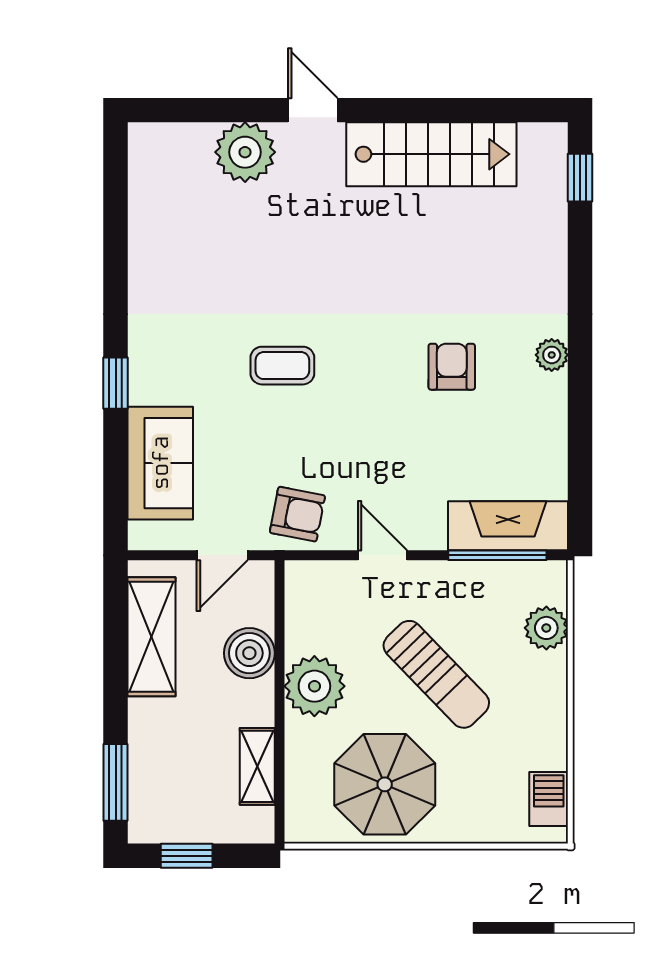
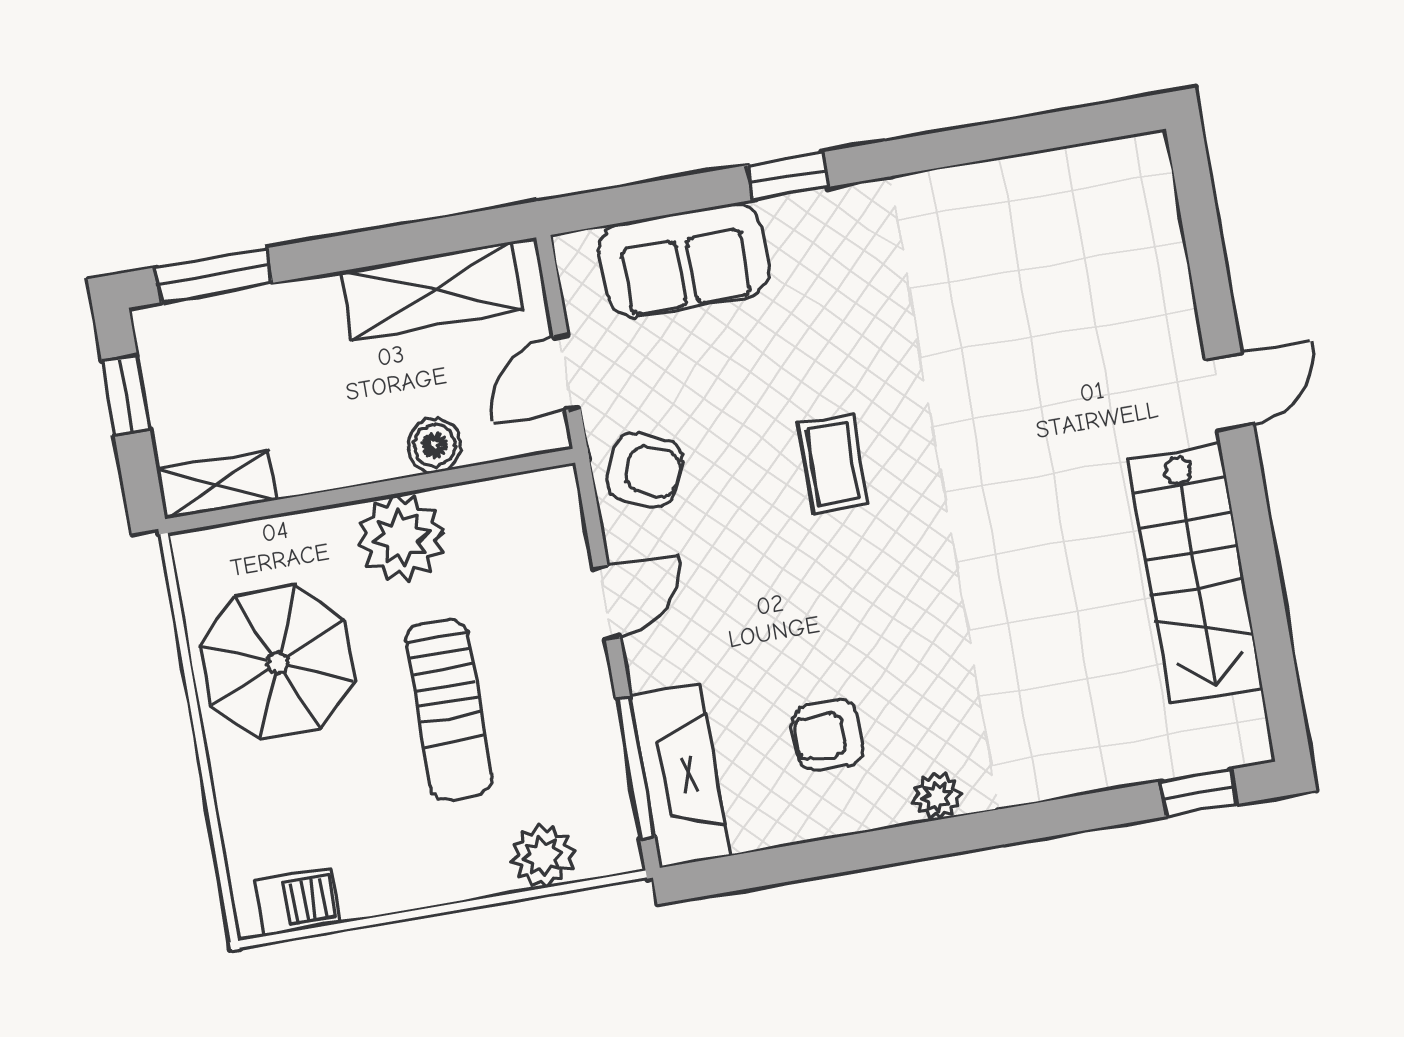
plant: (245, 152) -> (1152, 305), removed
coffee table: (282, 366) -> (833, 464), moved
armchair: (452, 367) -> (828, 735), moved, turned 180
armchair: (297, 514) -> (645, 470), turned -79
door: (222, 555) -> (567, 372), hinge flipped
boiler: (249, 653) -> (435, 445), width x0.73, depth x0.73
sun lounger: (436, 674) -> (449, 710), turned -46
shelving: (257, 766) -> (216, 485), moved

